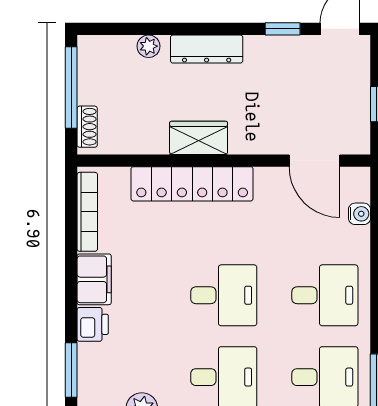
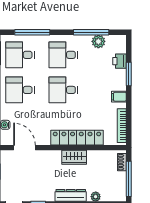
filing cabinet: (94, 279) -> (119, 97), width x0.50
printer: (93, 324) -> (119, 61), moved
window: (71, 370) -> (129, 74), moved

